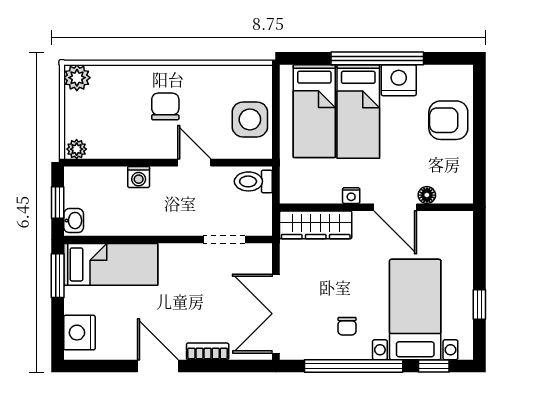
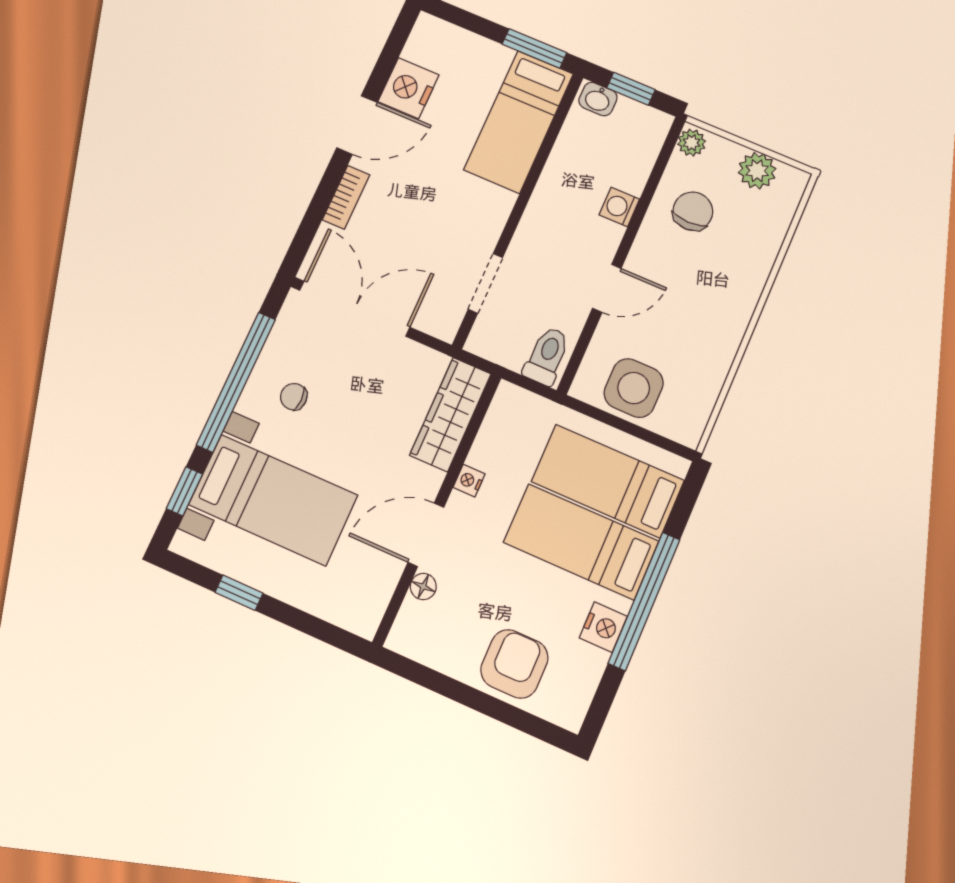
plant: (77, 78) -> (757, 171), moved
nightstand: (399, 80) -> (603, 627), width x0.74, depth x0.75
chair: (165, 106) -> (693, 211), moved, turned -90
nightstand: (79, 333) -> (408, 88), moved, turned -90

